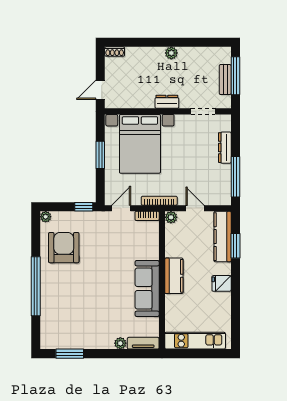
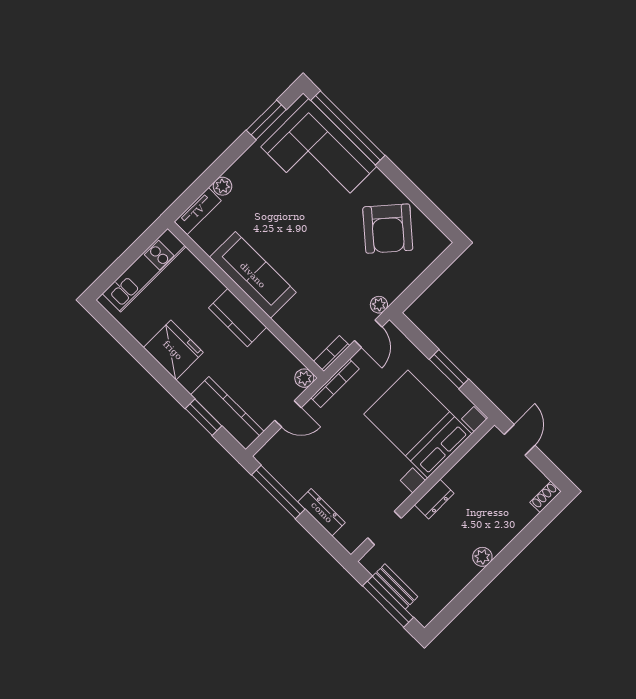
window: (84, 207) -> (410, 295), removed
plant: (46, 217) -> (379, 305), moved
armchair: (64, 248) -> (388, 229), turned 41
fridge: (222, 283) -> (173, 350), width x1.88, depth x1.34
window: (36, 286) -> (348, 128), moved
corner sofa: (62, 313) -> (319, 157), added

